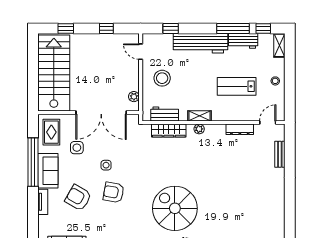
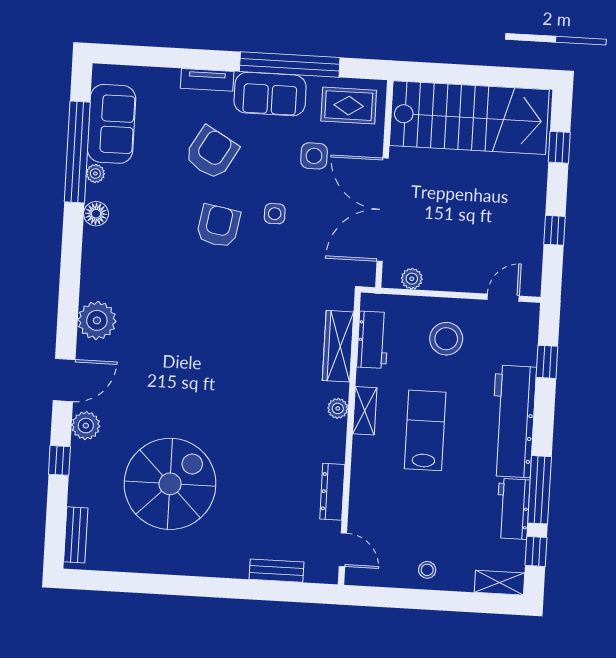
lab bench: (237, 86) -> (425, 430), moved
spiral stairs: (175, 208) -> (170, 484), moved

